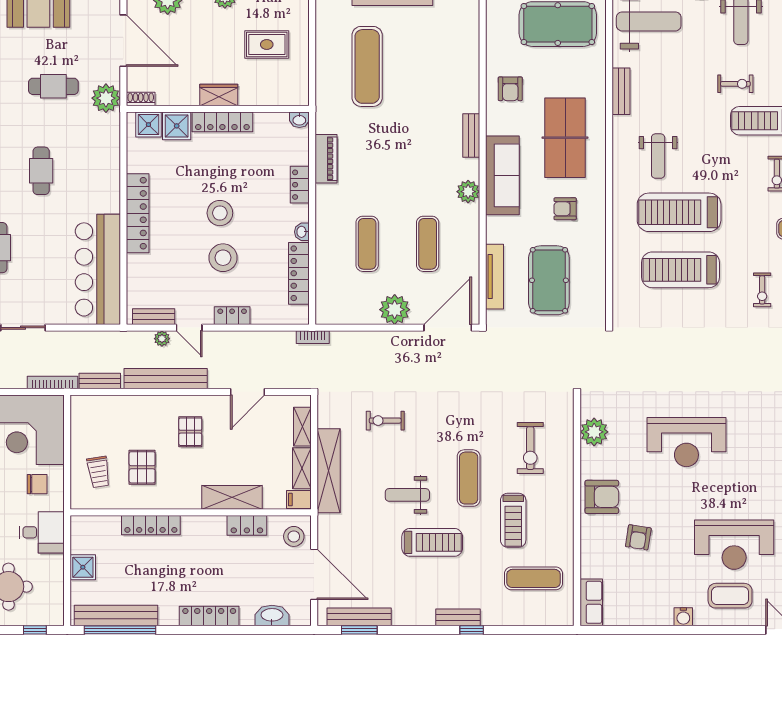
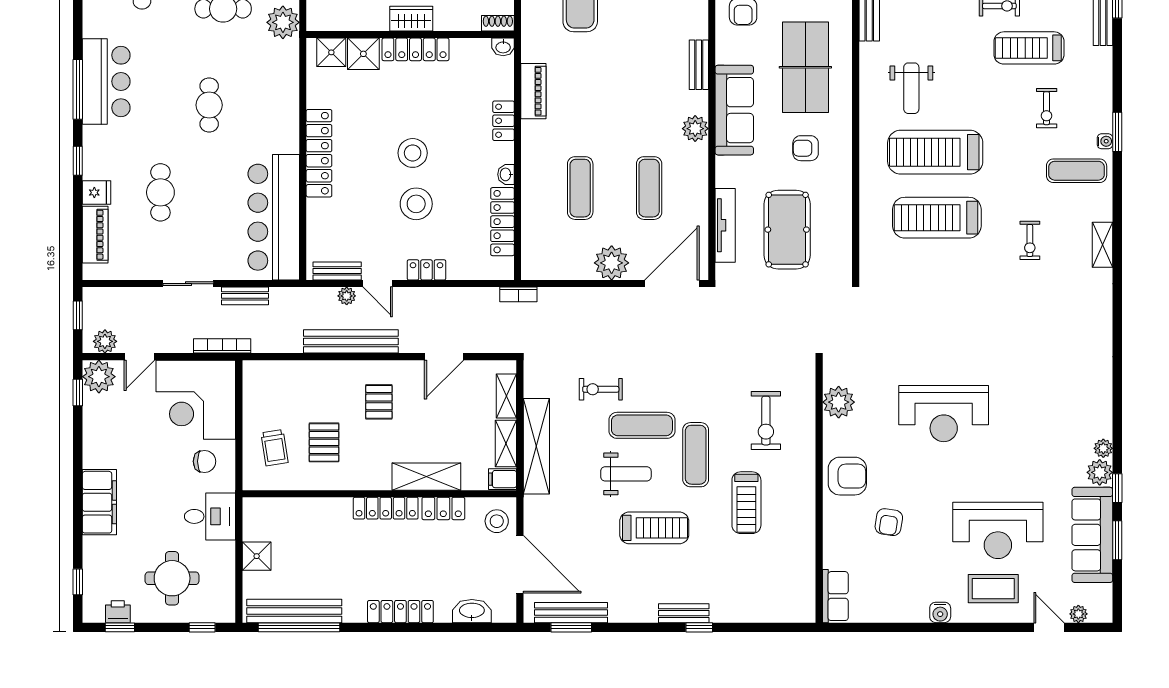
shoe rack: (141, 99) -> (498, 23), moved
bench: (100, 381) -> (245, 296), moved
weight bench: (407, 495) -> (626, 474), turned 180
locker: (151, 525) -> (386, 508), moved
exercise mat: (534, 578) -> (642, 425), moved

